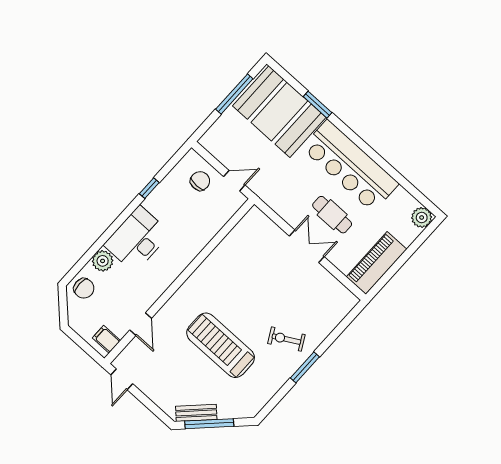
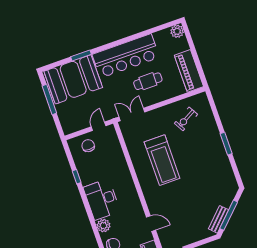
double door: (307, 246) -> (132, 115), moved
exercise bike: (286, 339) -> (186, 119), moved
treadmill: (221, 345) -> (162, 160), moved, turned -90

